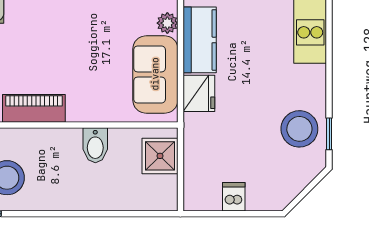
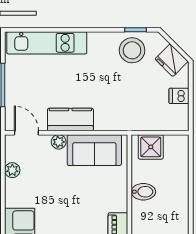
fridge: (199, 93) -> (172, 60), moved, turned -135

